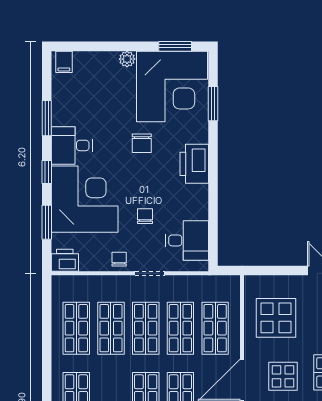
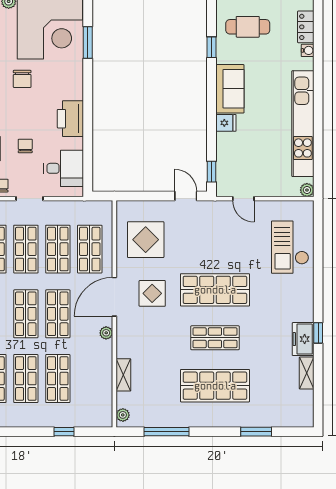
printer: (194, 164) -> (70, 119), moved

